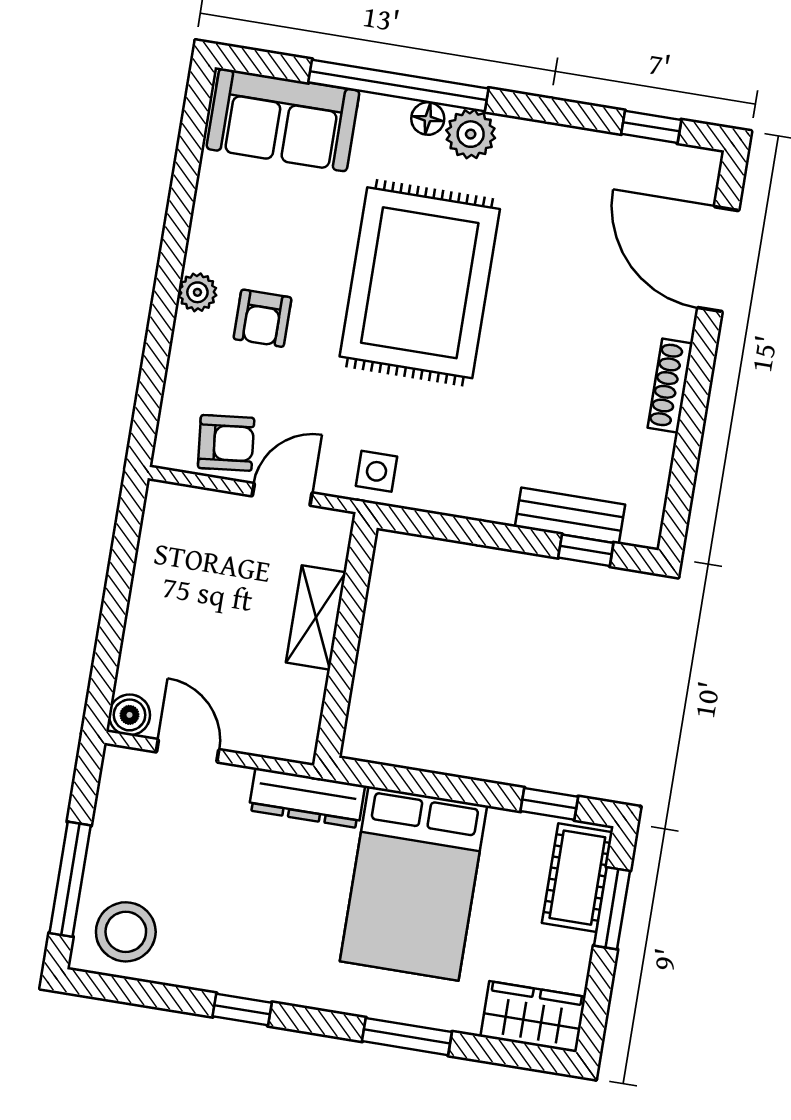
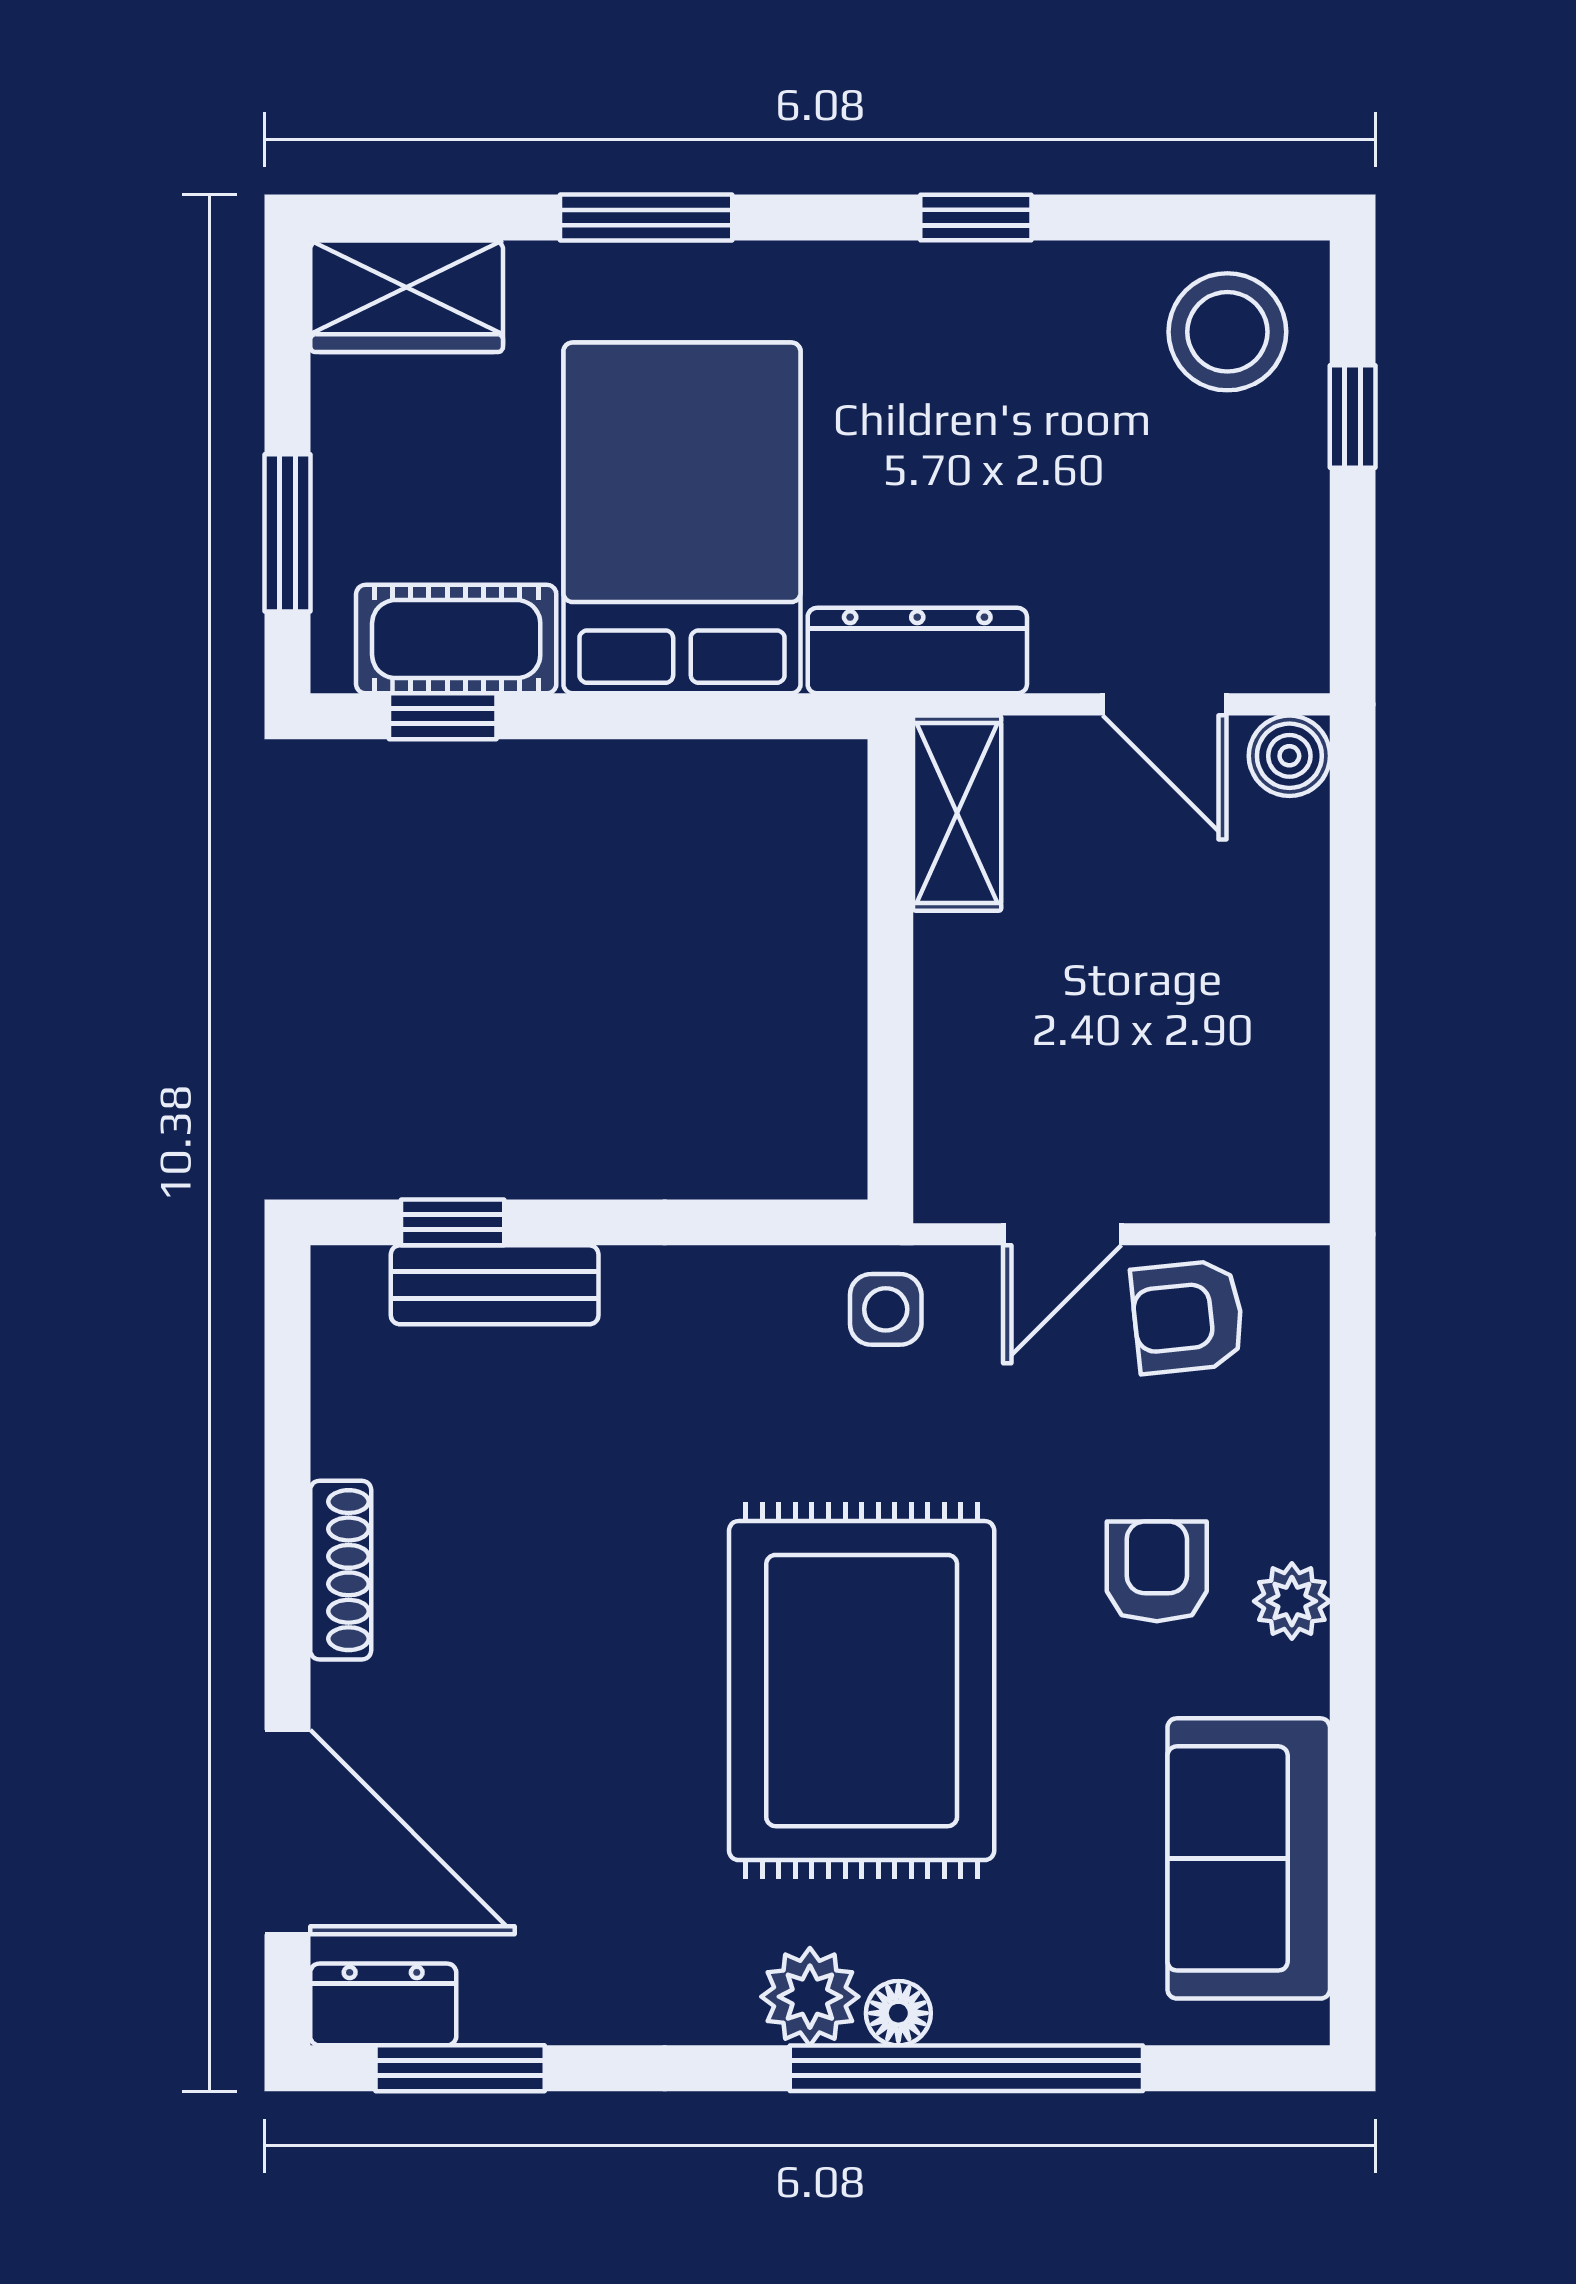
sofa: (283, 120) -> (1249, 1858), moved, turned -90
window: (651, 127) -> (460, 2068), width x1.50
dresser: (684, 165) -> (383, 2004), added
shelving: (316, 617) -> (957, 813), moved
cot: (577, 878) -> (456, 639), moved, turned 90
window: (70, 879) -> (1353, 416), width x0.46

